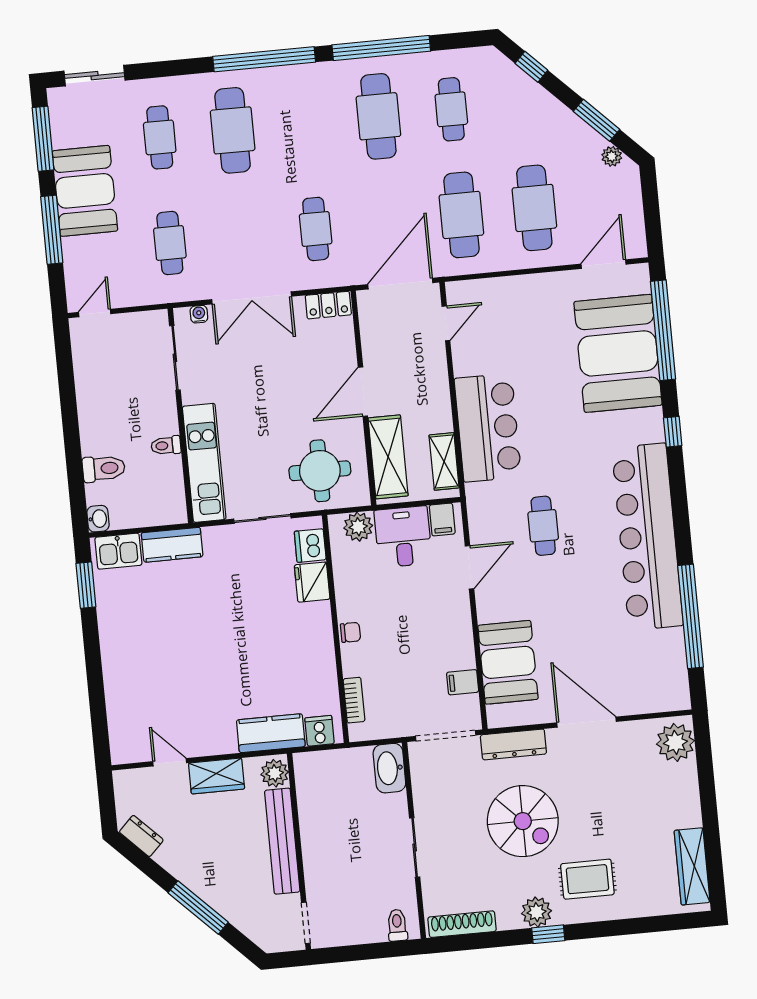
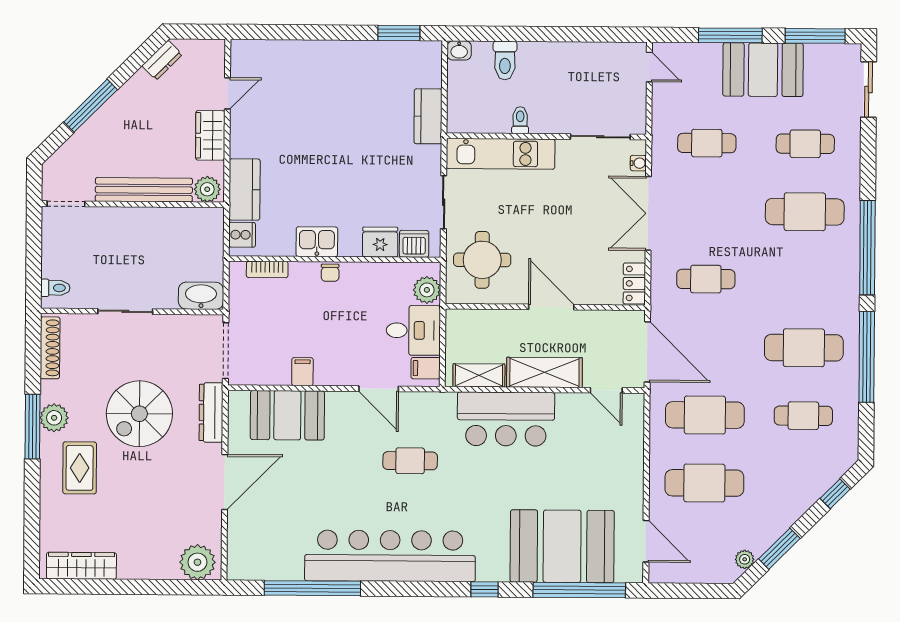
shelving: (388, 457) -> (544, 372), moved
kitchen sink: (118, 551) -> (317, 242), moved, turned 90
filing cabinet: (463, 682) -> (302, 372), moved
window: (548, 934) -> (33, 427), width x2.17

